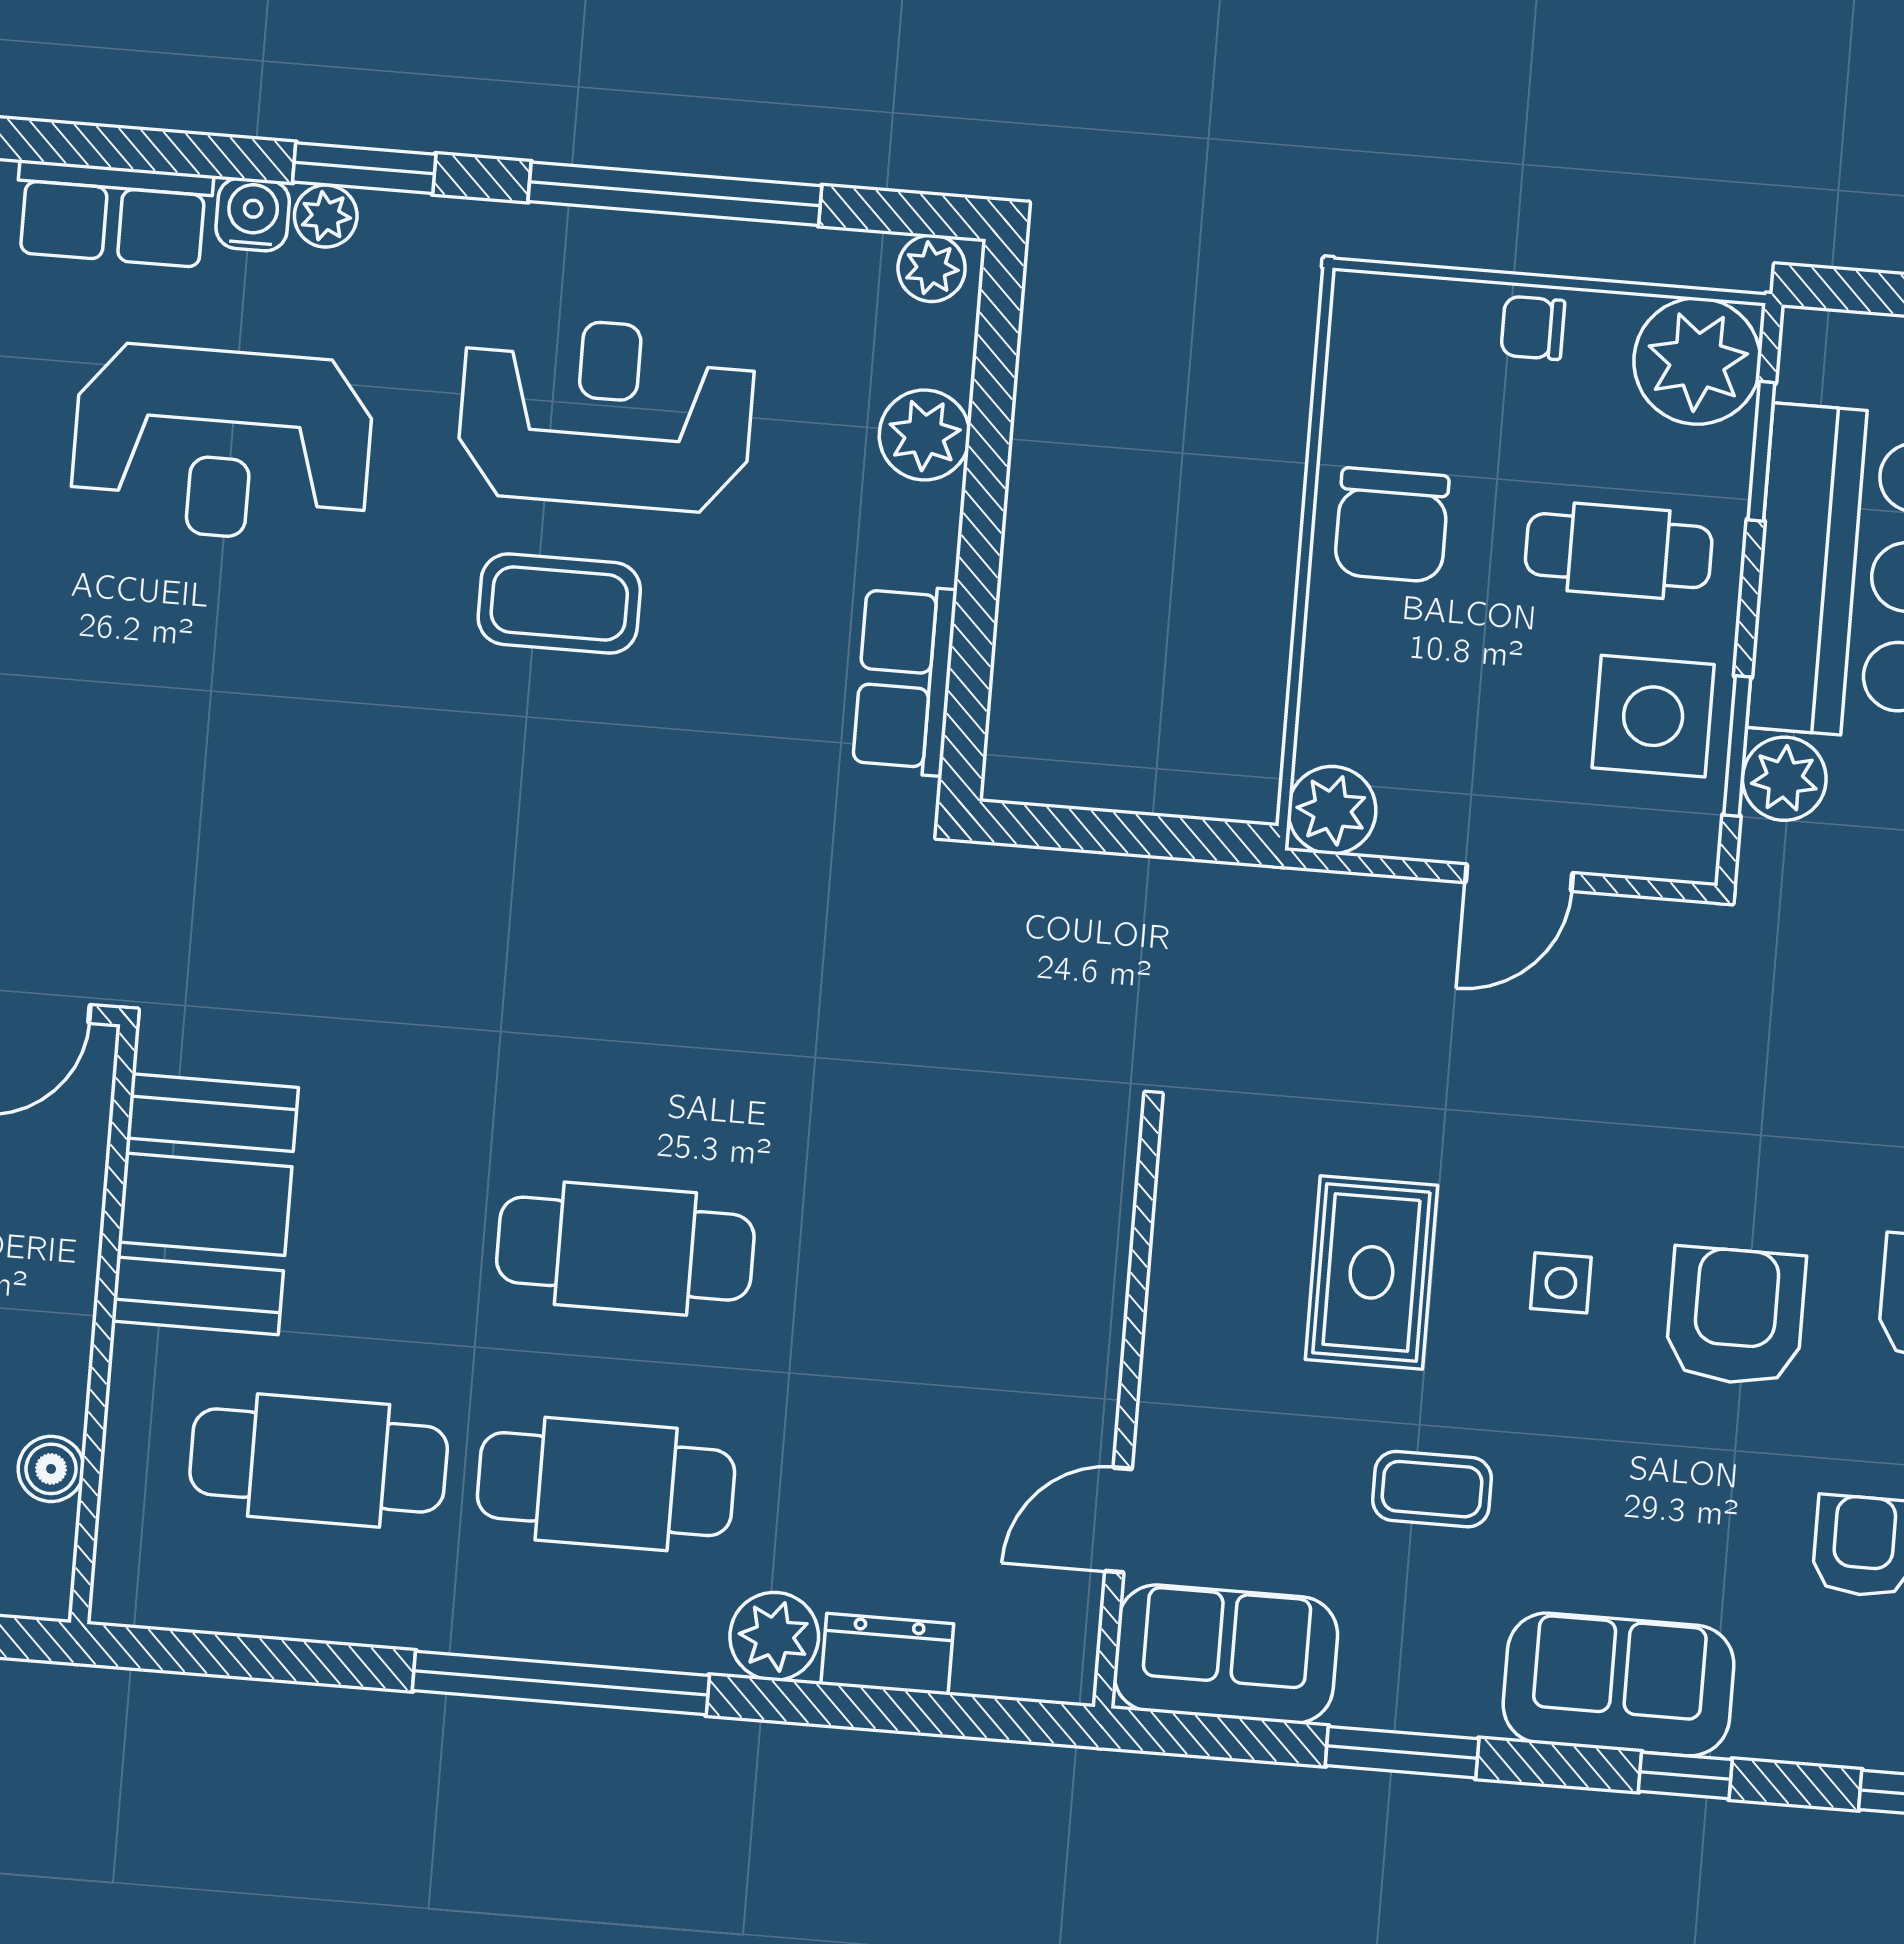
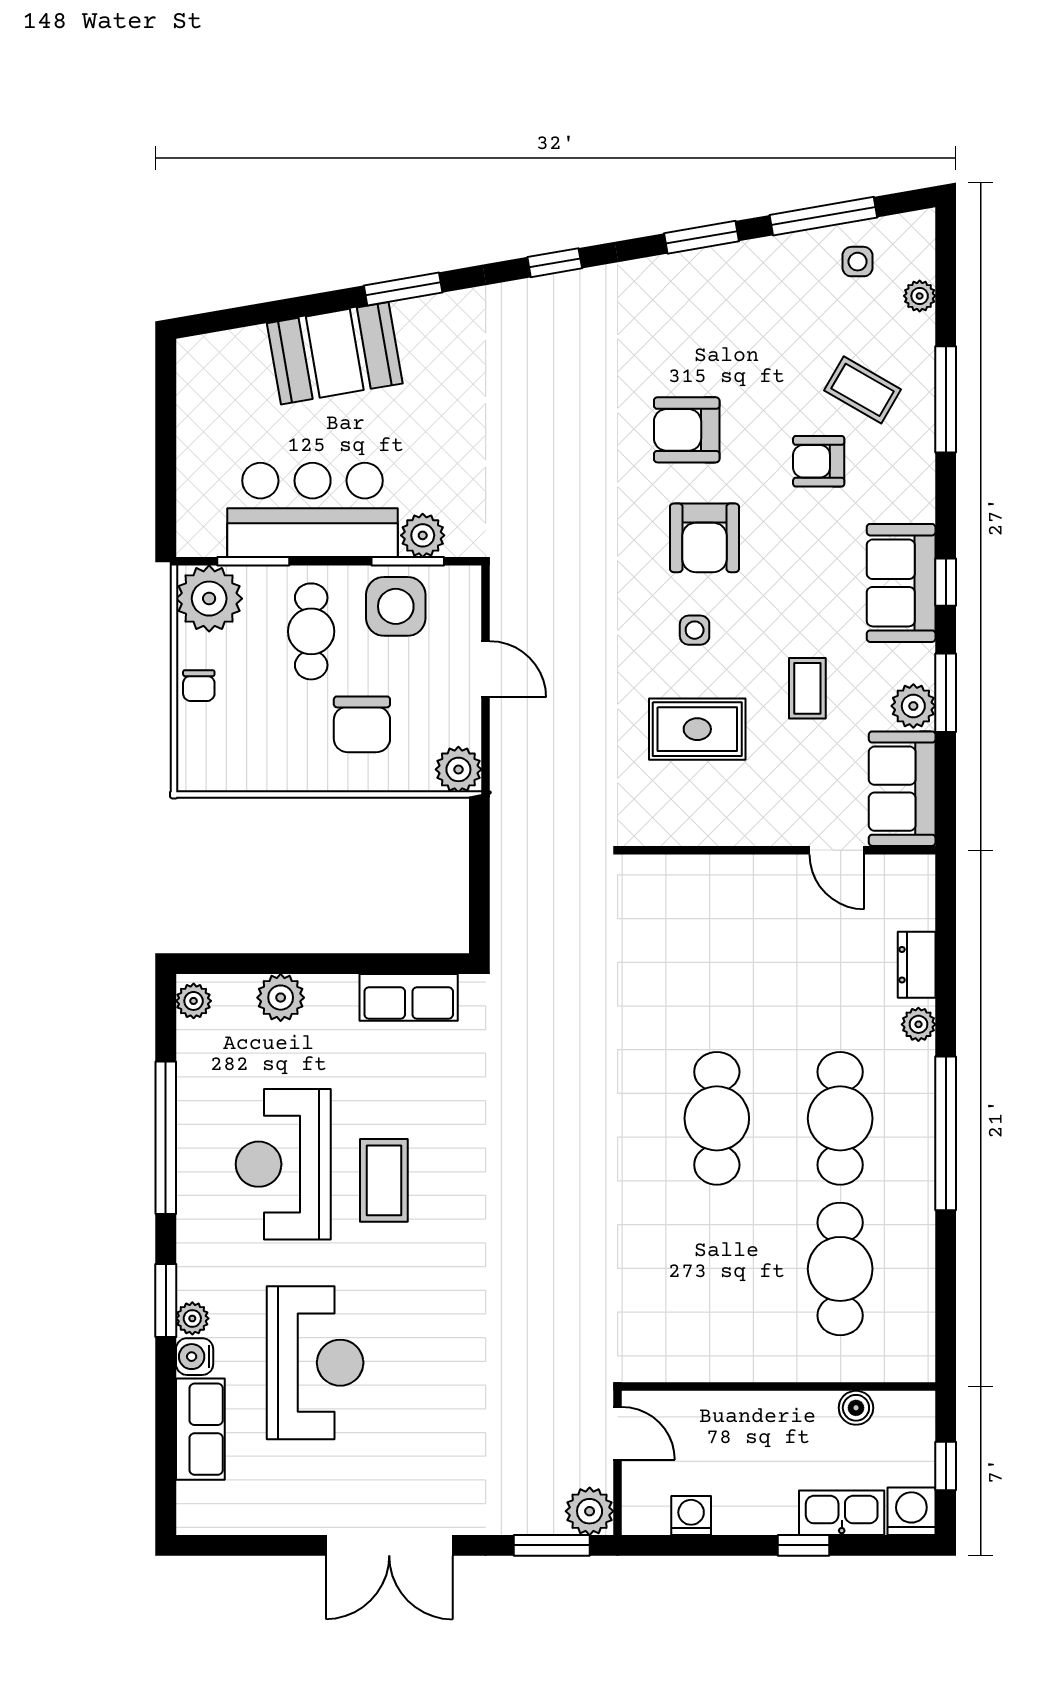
chair: (1392, 525) -> (362, 724), moved, turned 90
booth: (205, 1204) -> (712, 1339), removed
armchair: (1736, 1316) -> (704, 538), turned -90
plant: (774, 1636) -> (918, 1024), width x0.73, depth x0.73
plant: (1382, 1688) -> (913, 706), added
window: (1685, 1775) -> (946, 582), moved

